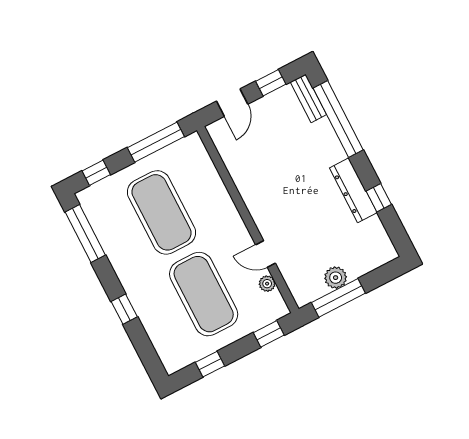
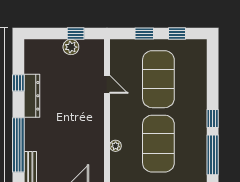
plant: (267, 284) -> (116, 146), moved
window: (338, 298) -> (76, 34), width x0.46
window: (124, 309) -> (213, 118), moved
window: (269, 334) -> (144, 34), moved

